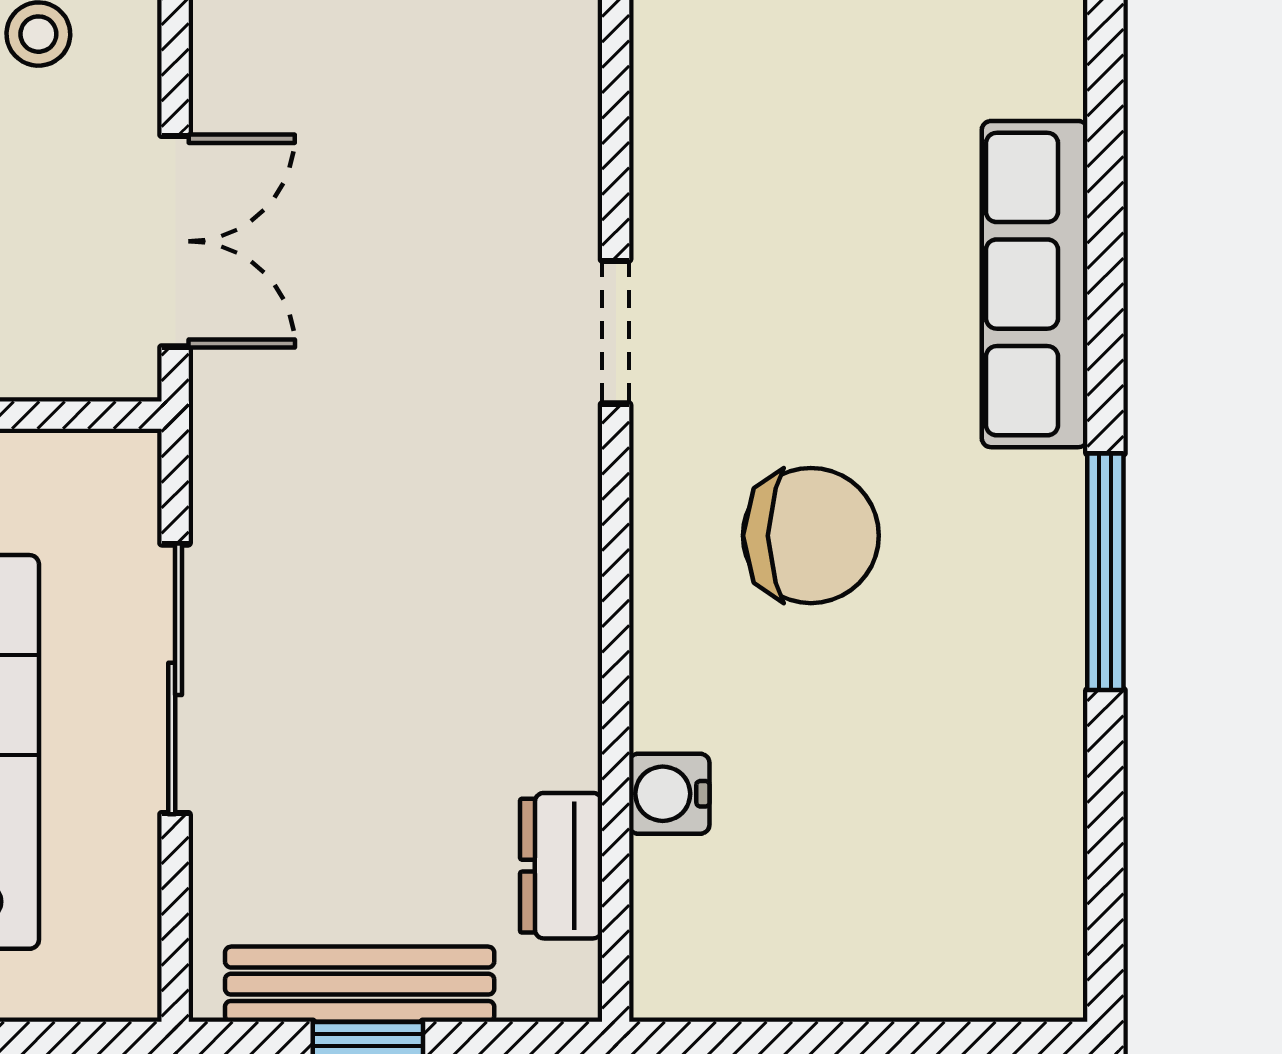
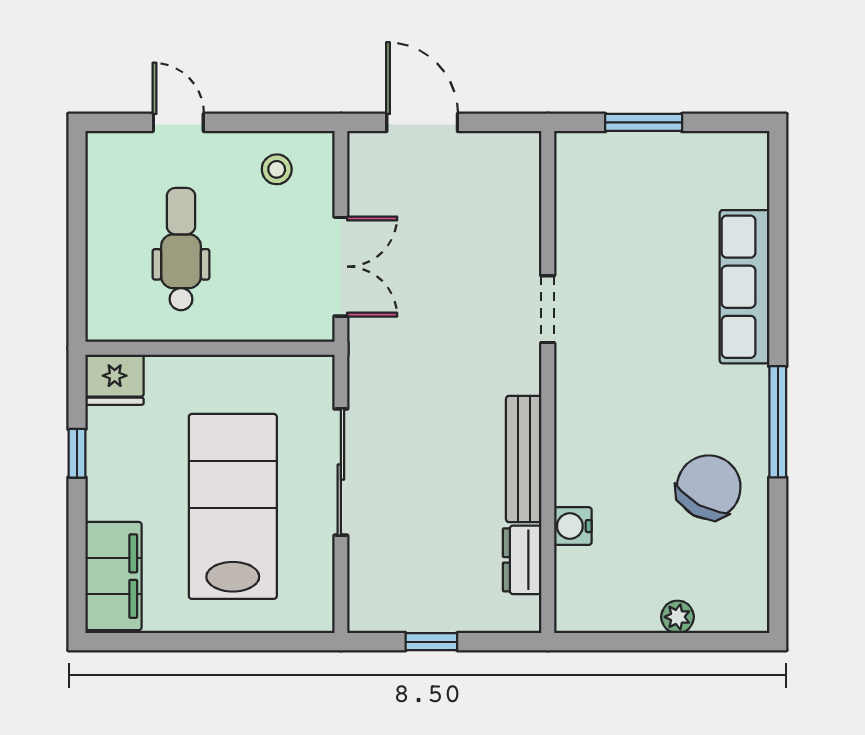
chair: (811, 536) -> (709, 487), moved, turned -61
bench: (360, 984) -> (524, 459), moved, turned 90
plant: (892, 987) -> (678, 617), added

